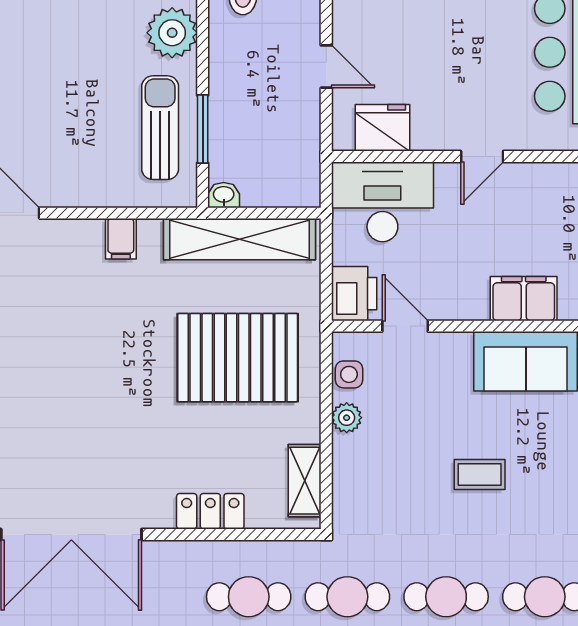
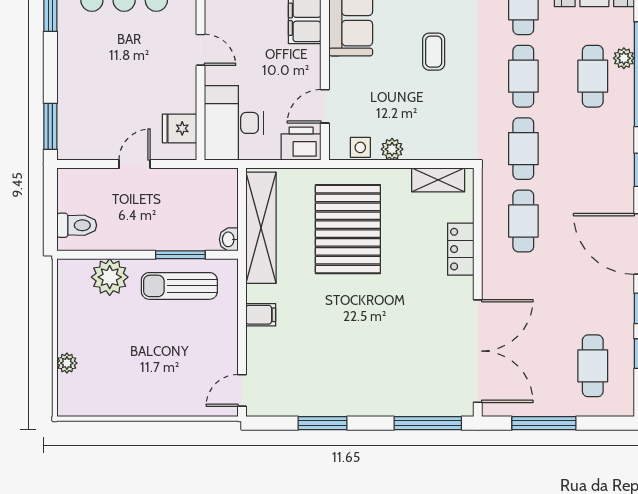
fridge: (382, 128) -> (179, 128), width x0.72

